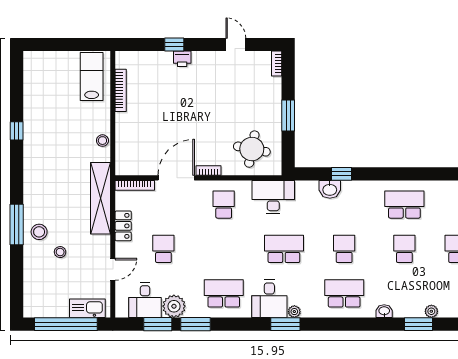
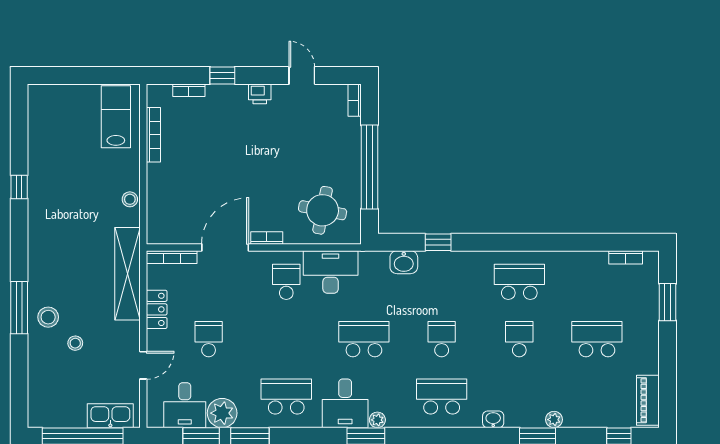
bookcase: (148, 56) -> (189, 90), added
printer: (182, 59) -> (260, 94), moved
window: (288, 116) -> (369, 167), width x2.11
washbasin: (330, 189) -> (404, 262), moved
desk: (273, 197) -> (331, 272), moved

